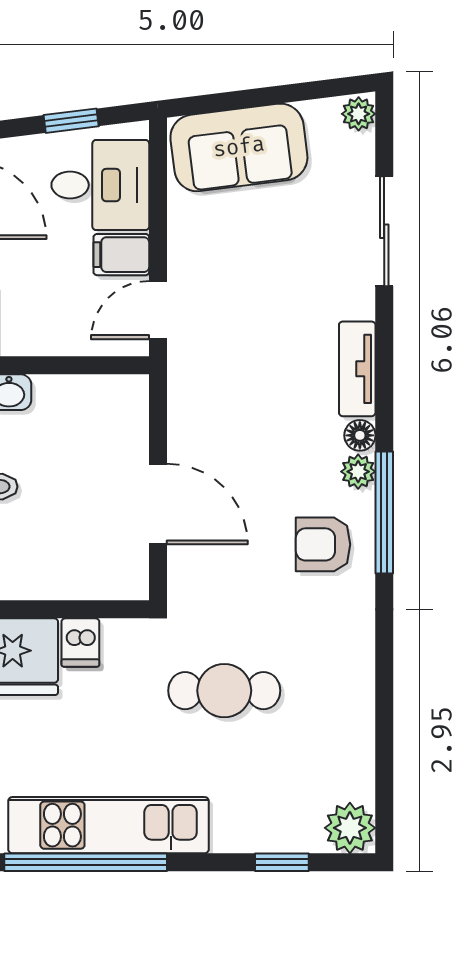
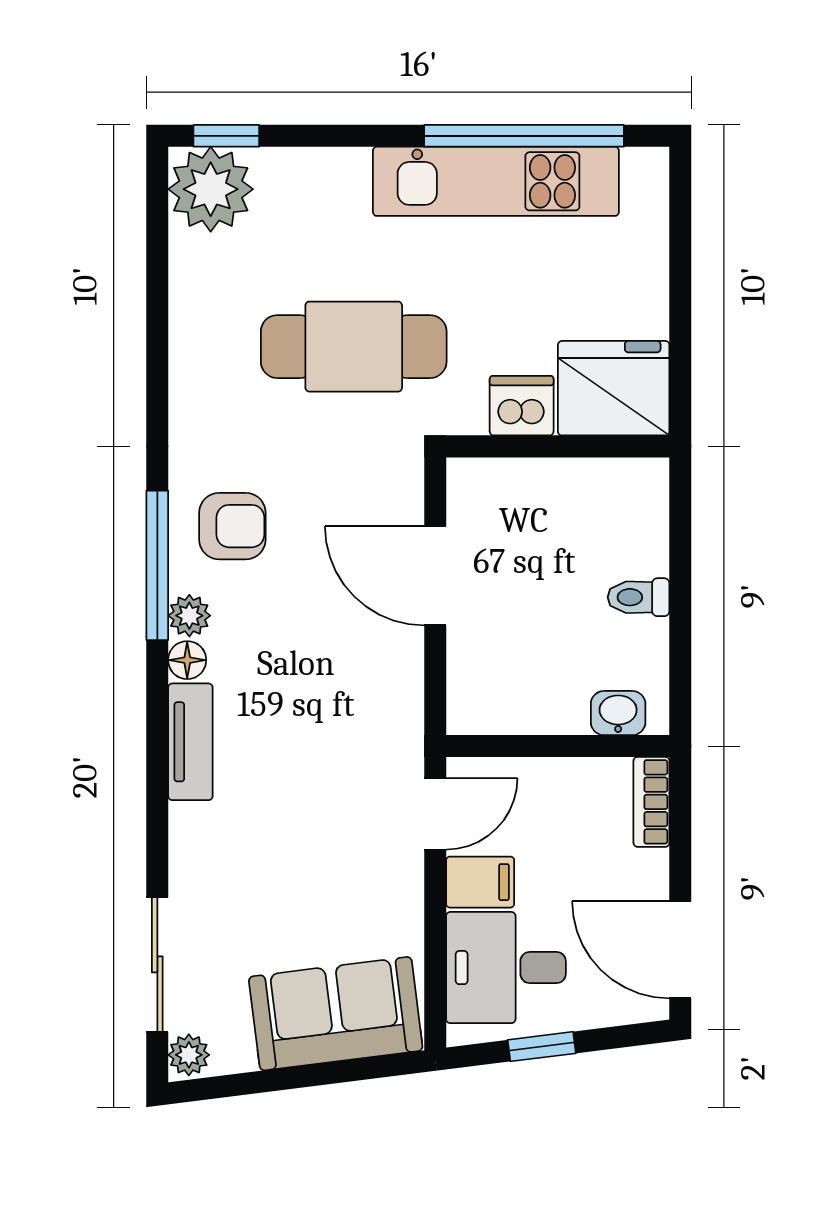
sliding door: (384, 231) -> (157, 964), moved
dishwasher: (80, 643) -> (522, 406), width x1.38
cafe table: (224, 691) -> (354, 347), width x1.37, depth x1.35
plant: (350, 828) -> (211, 189), width x1.36, depth x1.36
window: (282, 862) -> (226, 136), moved

